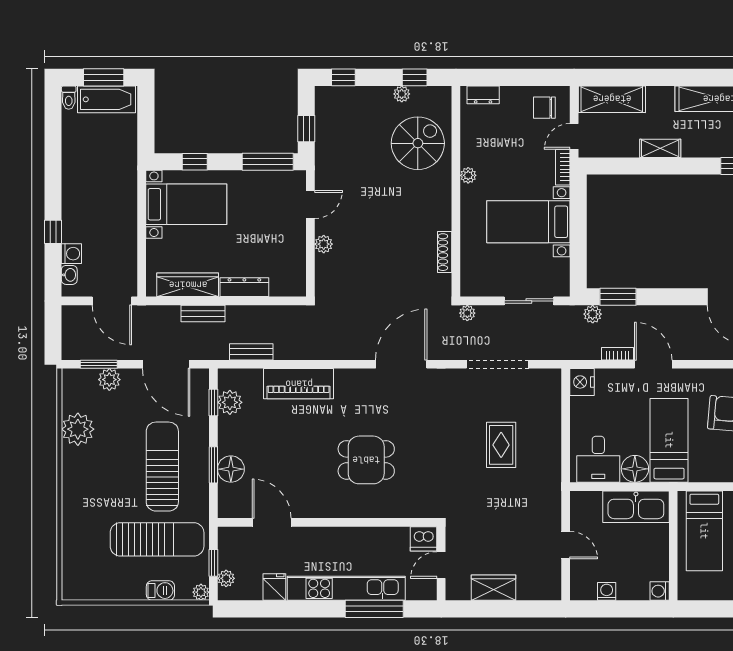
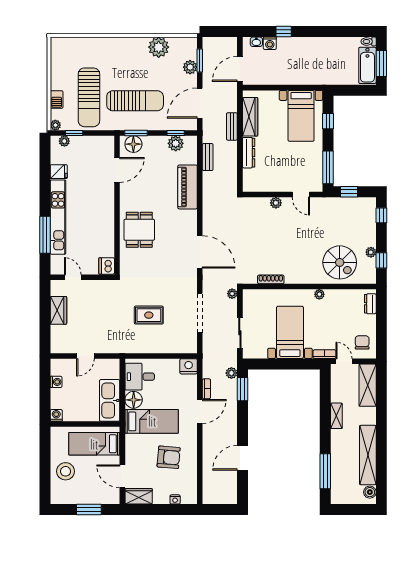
door: (272, 522) -> (117, 170), moved
wall: (327, 522) -> (117, 205), moved
dishwasher: (423, 539) -> (107, 266), moved

